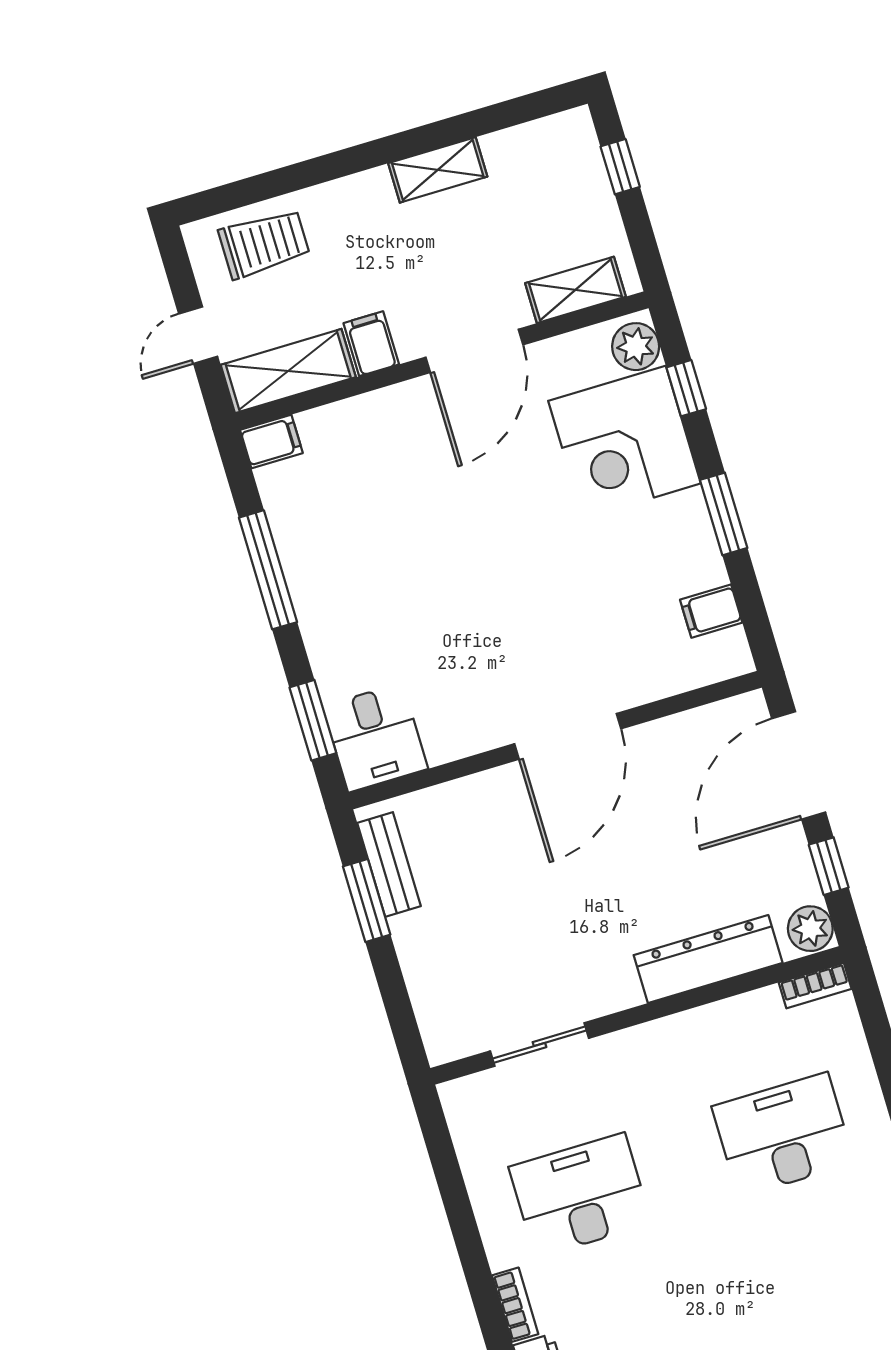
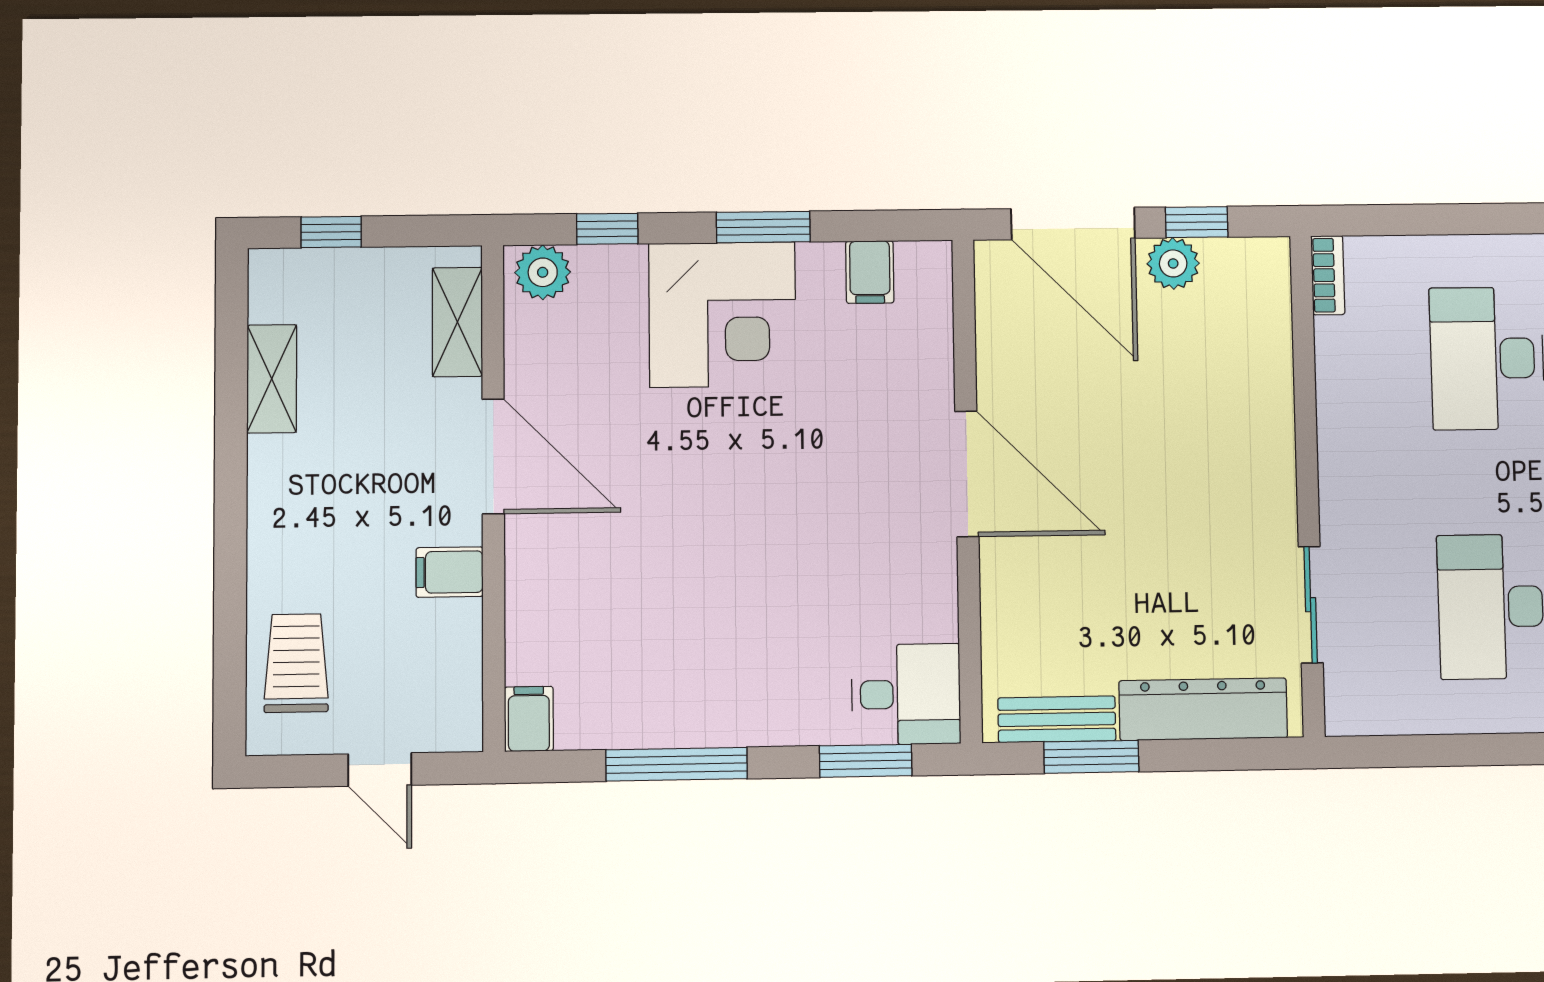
shelving: (438, 170) -> (272, 379), moved
shelving: (288, 371) -> (453, 677), removed
corner desk: (624, 442) -> (722, 315), moved
plant: (810, 929) -> (1173, 263), moved
dresser: (708, 959) -> (1203, 709), moved, turned 90

